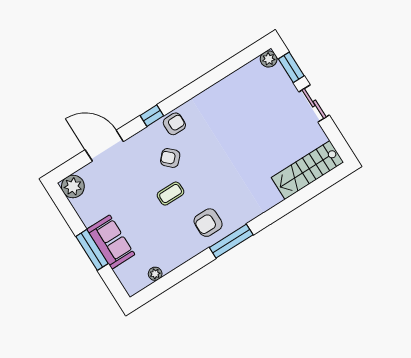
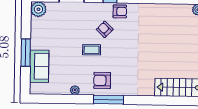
sofa: (111, 242) -> (39, 66), moved
plant: (155, 274) -> (75, 90), moved

